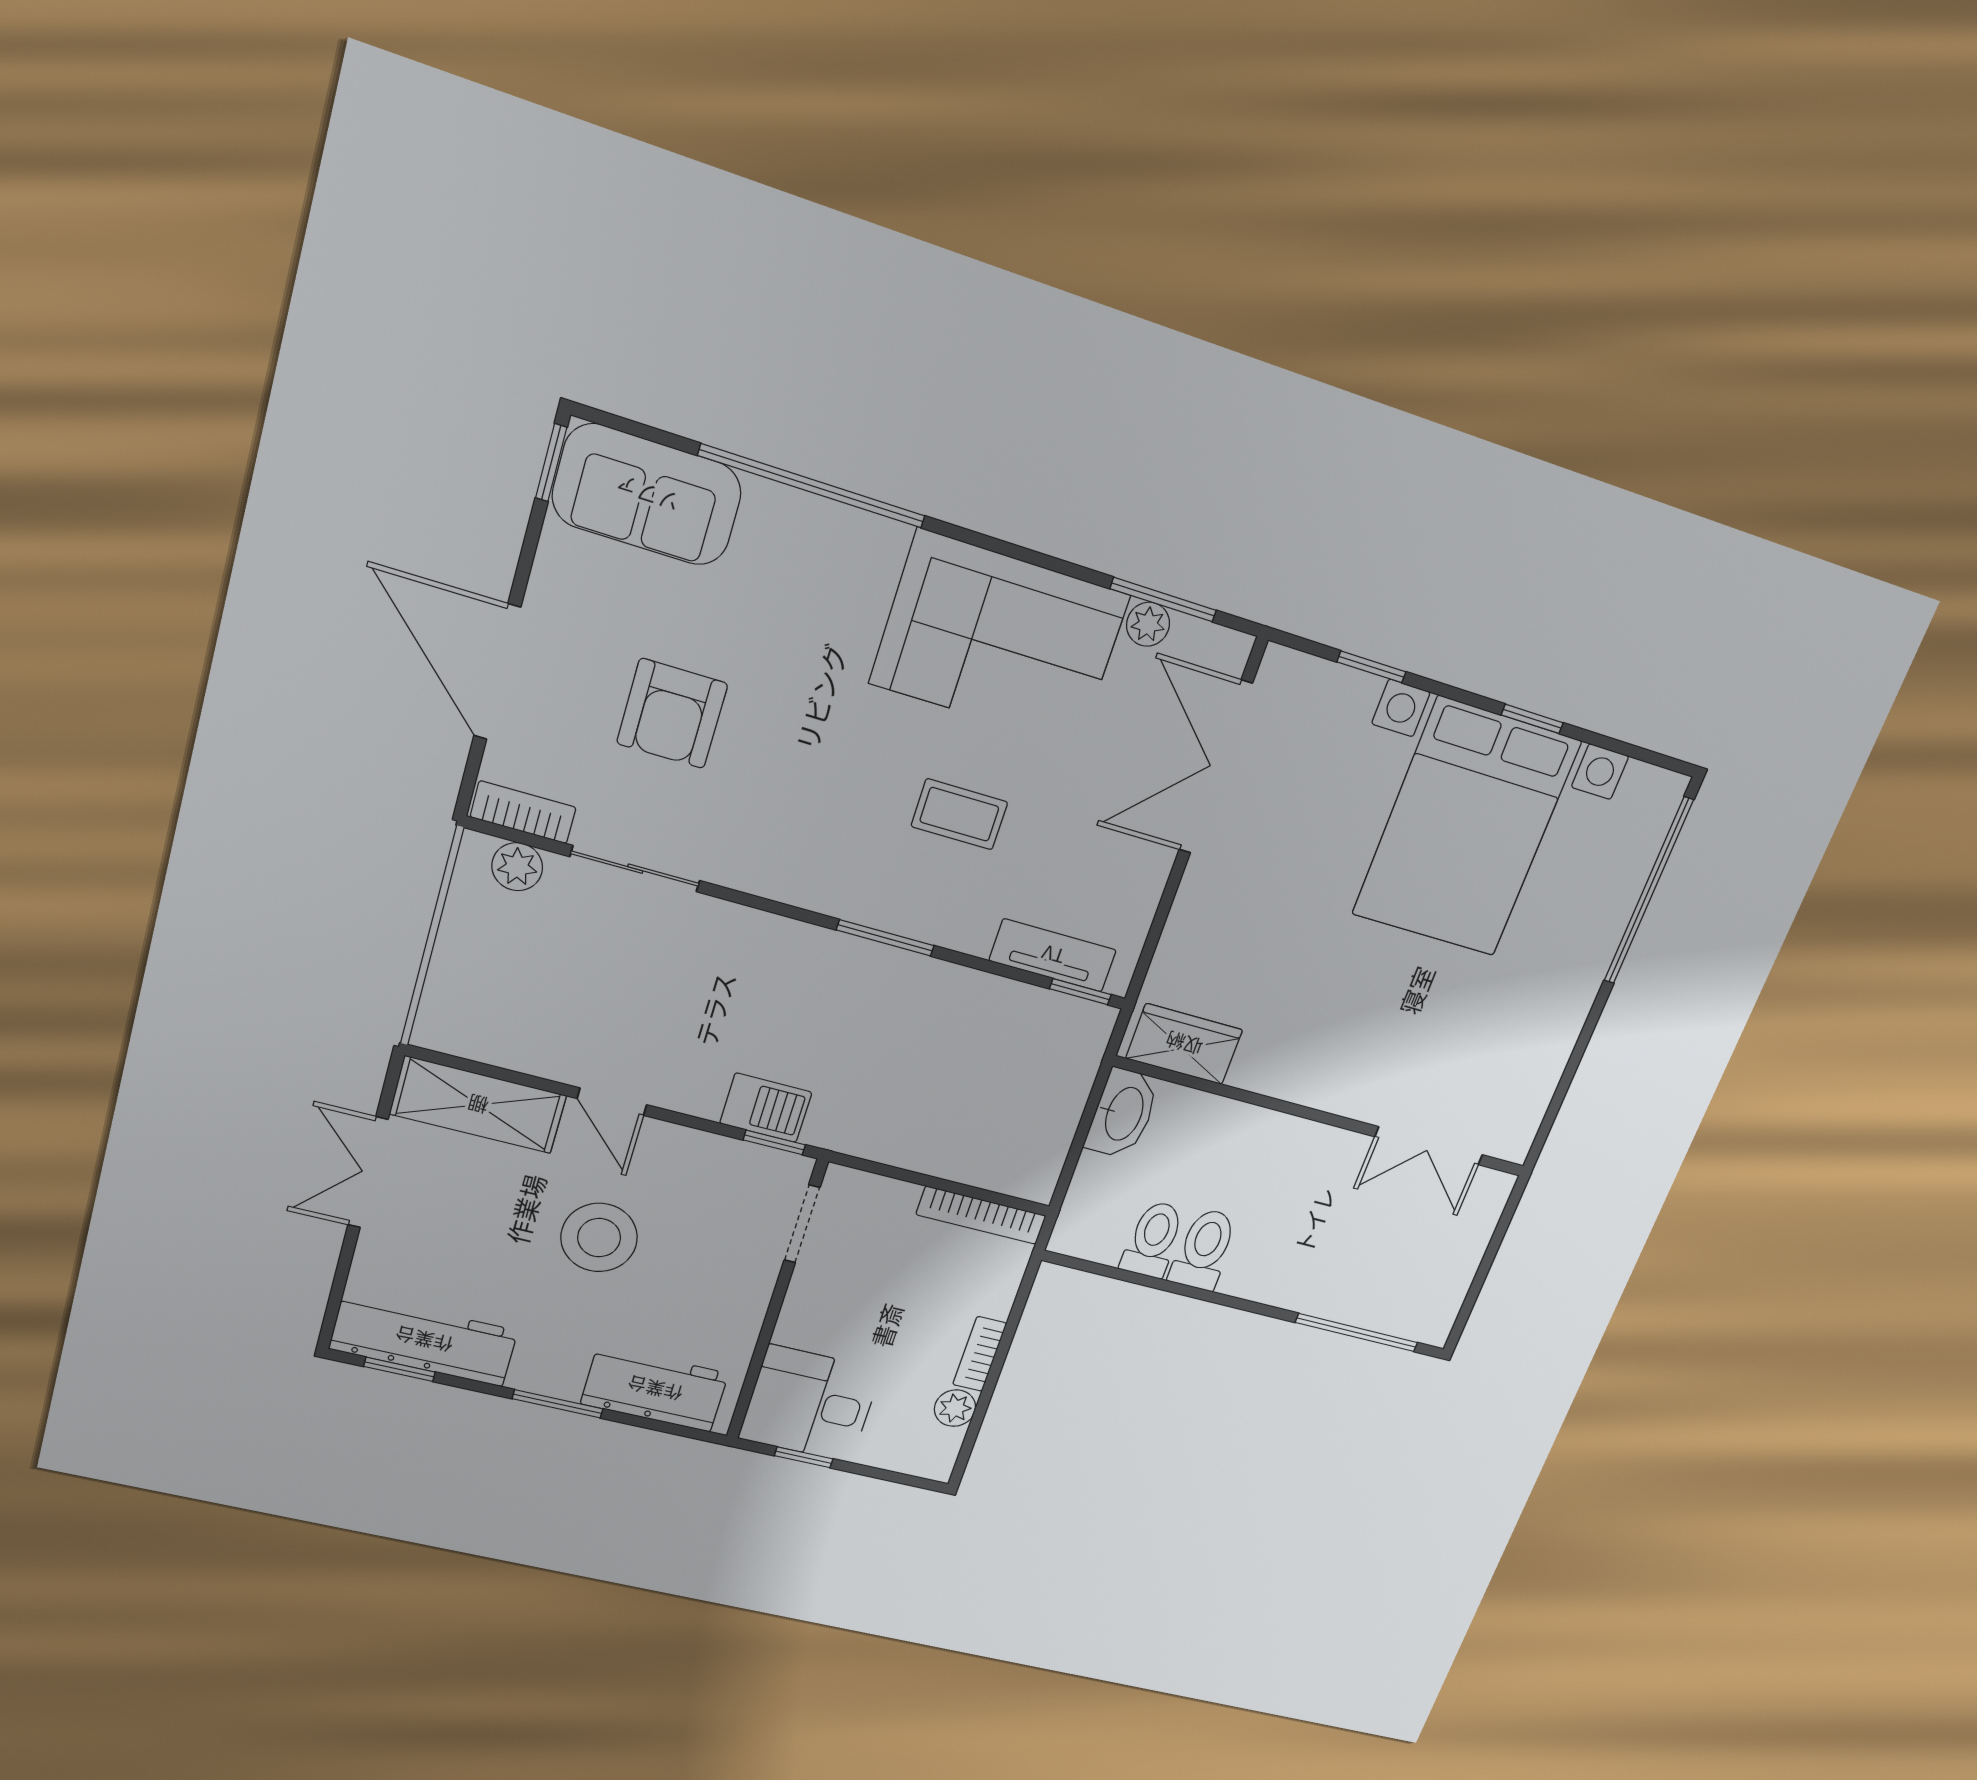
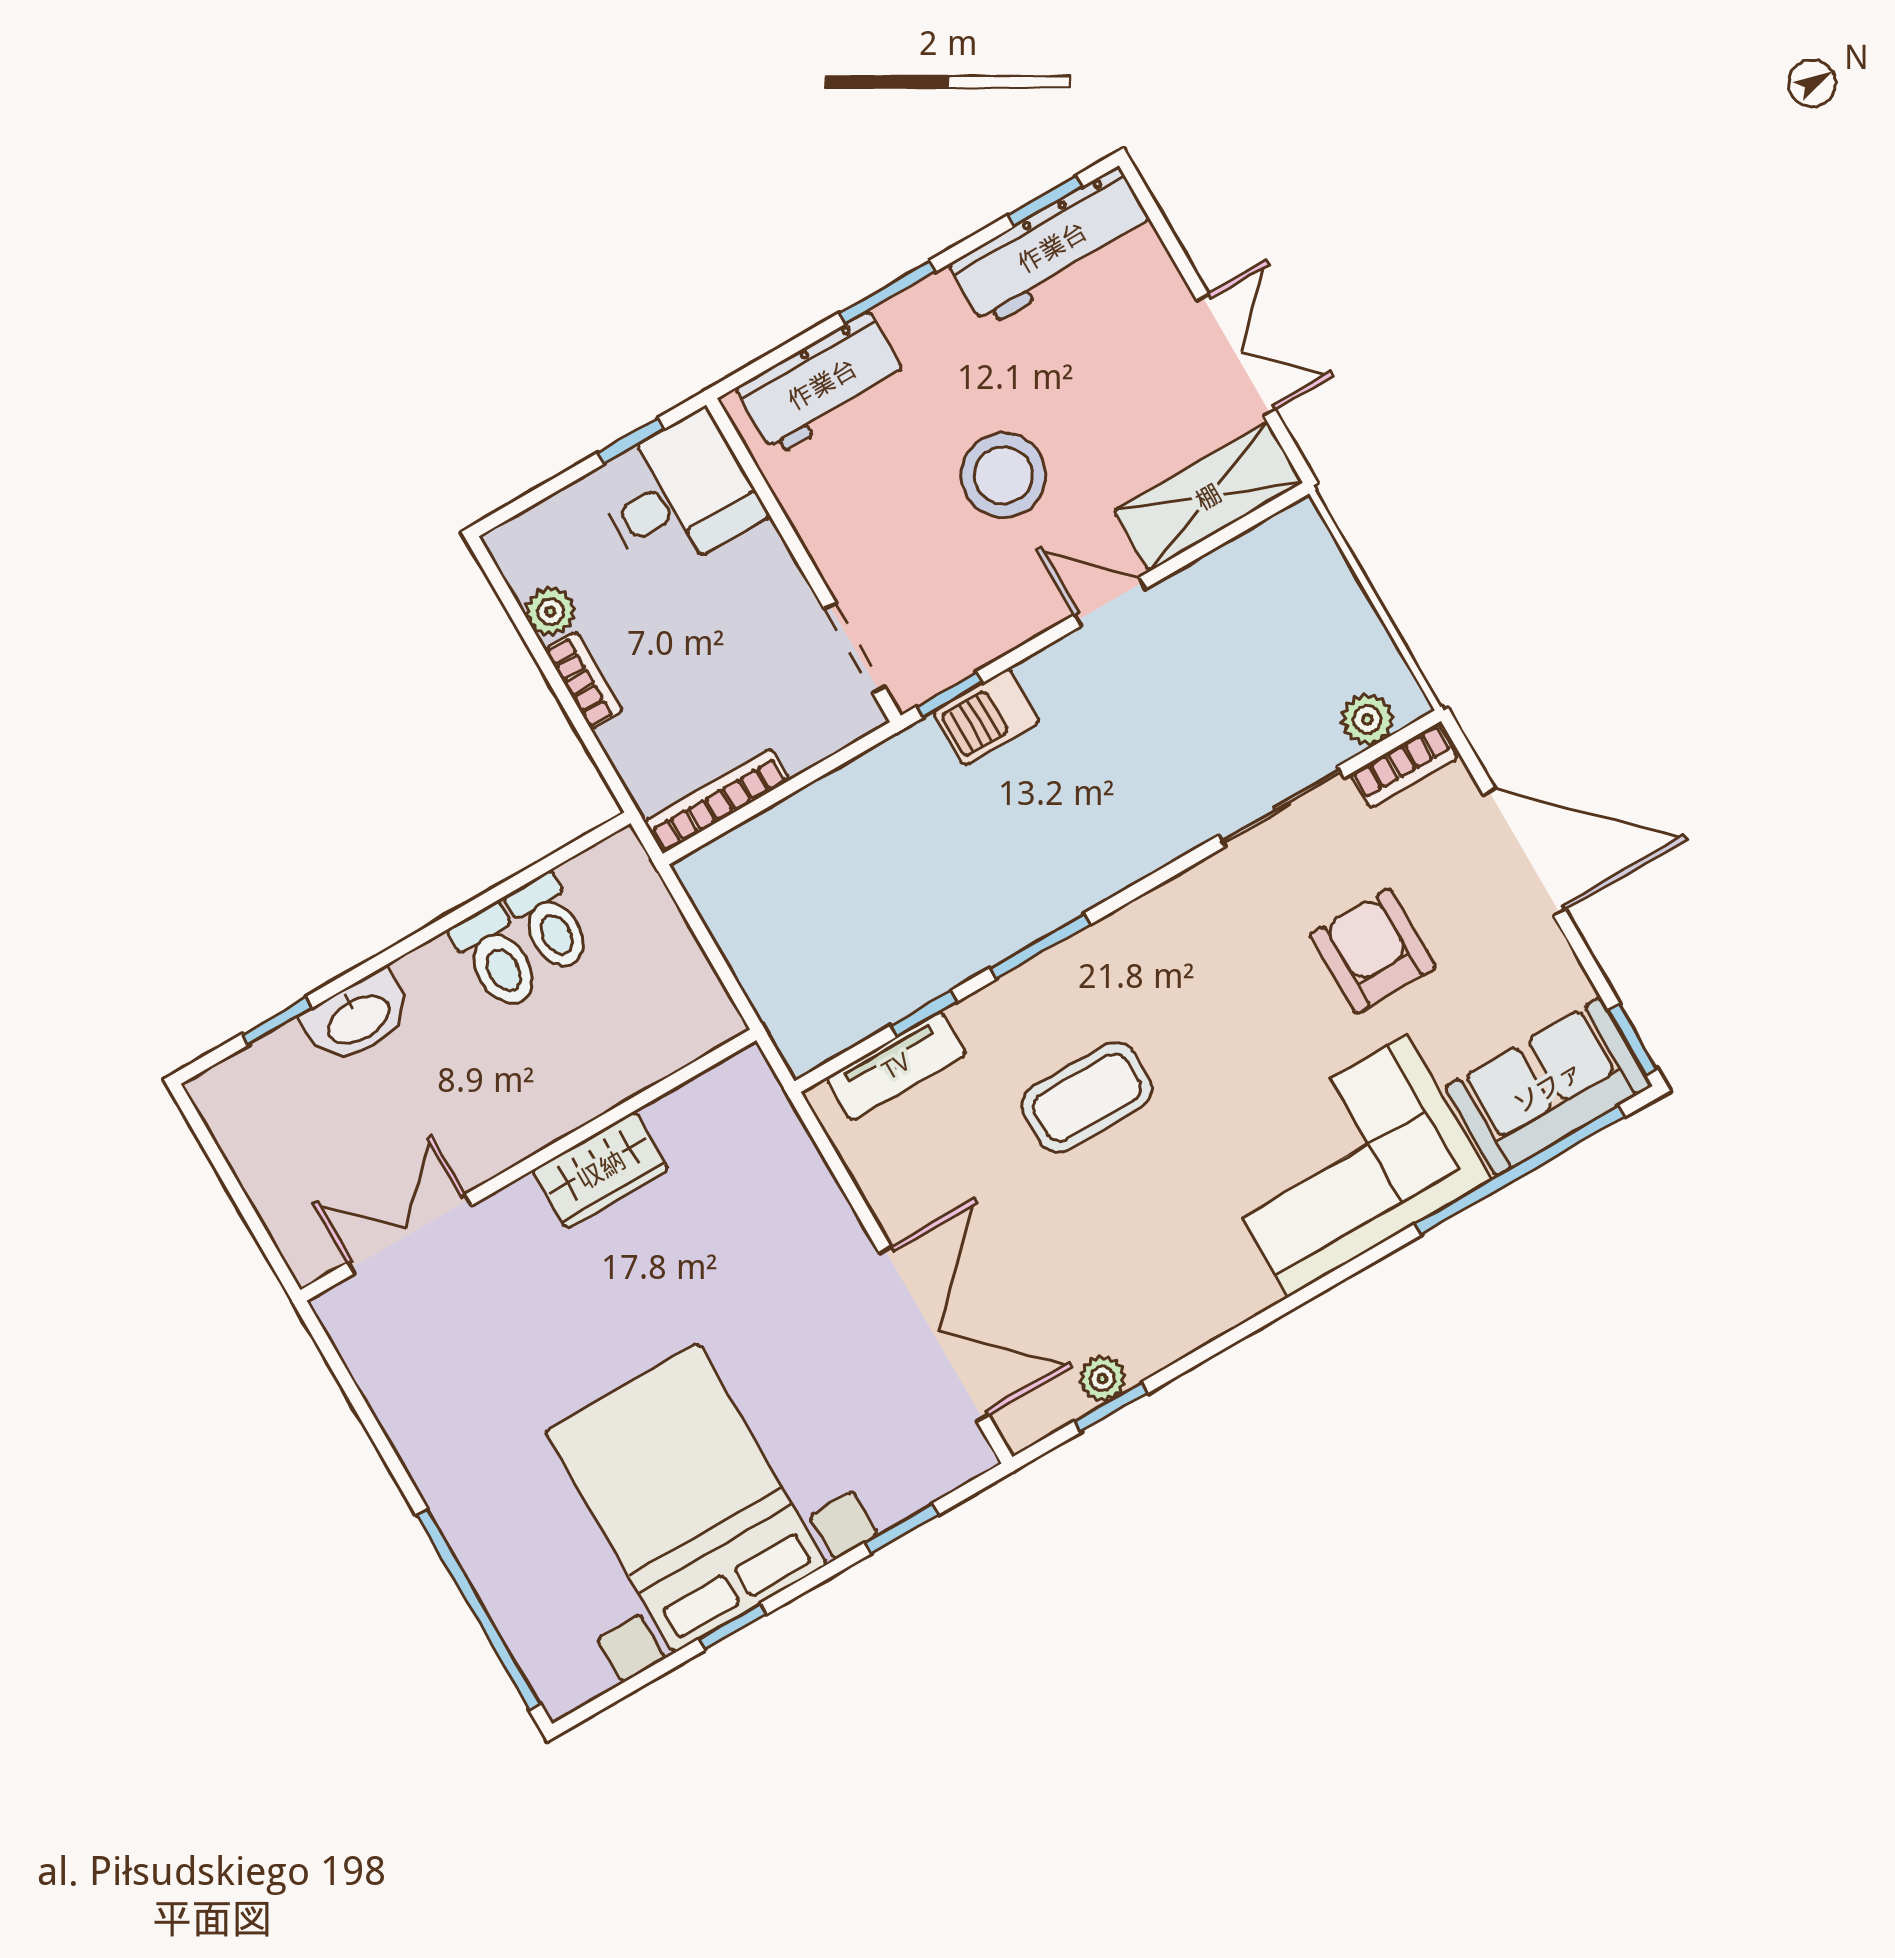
window: (812, 486) -> (1520, 1170), moved
window: (1163, 599) -> (1111, 1407), width x0.67
corner sofa: (1000, 639) -> (1348, 1166), moved
coffee table: (959, 814) -> (1087, 1097), width x1.36, depth x1.30
window: (1080, 992) -> (924, 1014), moved
wardrobe: (1184, 1044) -> (601, 1170), moved
washbasin: (1123, 1113) -> (358, 1018), moved, turned -90
window: (1357, 1333) -> (277, 1021), width x0.46

